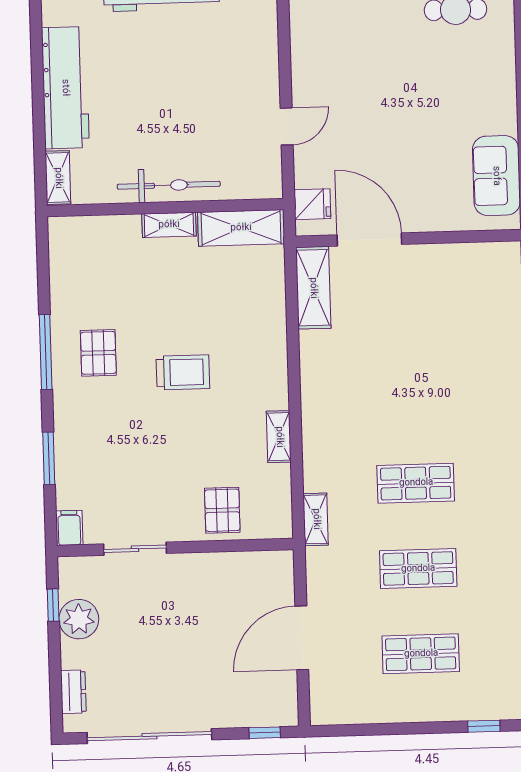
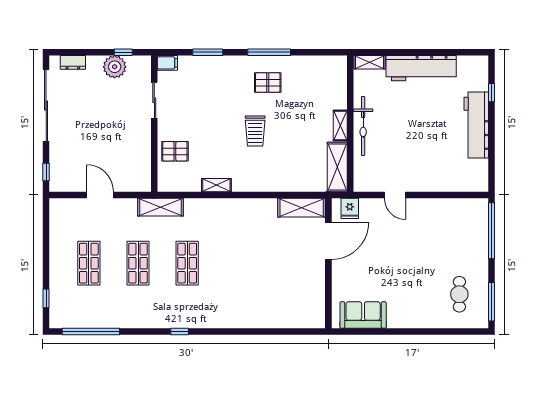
shelving: (316, 519) -> (161, 207), width x1.50, depth x1.33
door: (302, 638) -> (100, 195), width x0.73

